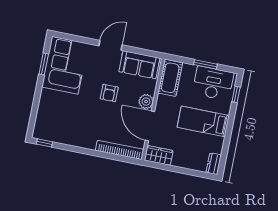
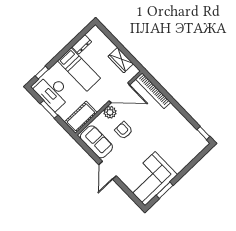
door: (110, 45) -> (107, 170), hinge flipped
armchair: (109, 93) -> (124, 130), moved, turned -90
door: (150, 126) -> (119, 93), hinge flipped
wardrobe: (159, 155) -> (121, 60), moved
dresser: (214, 164) -> (82, 44), moved

